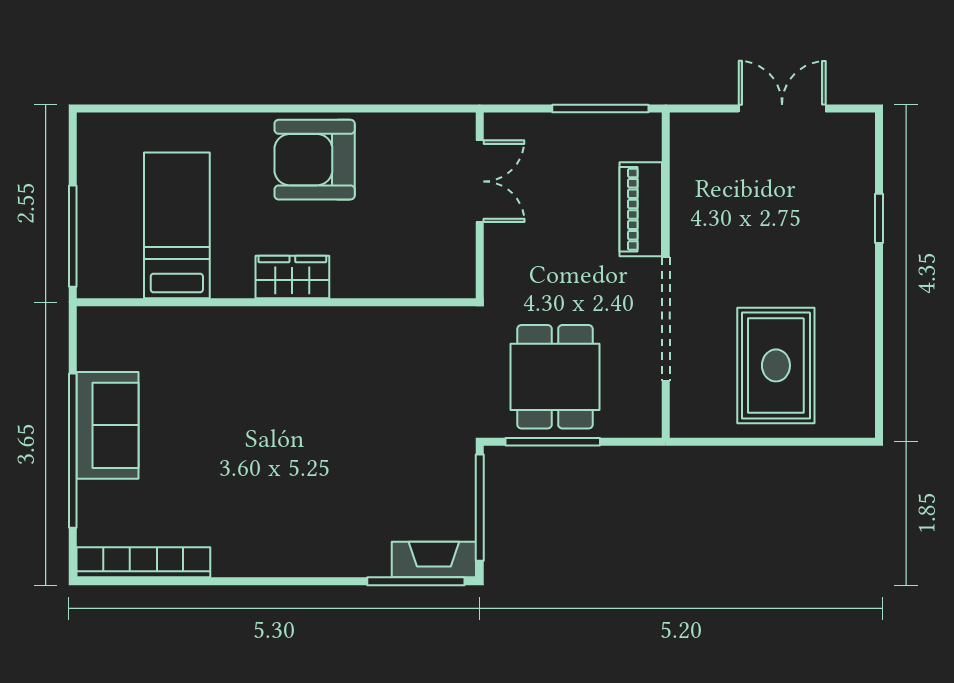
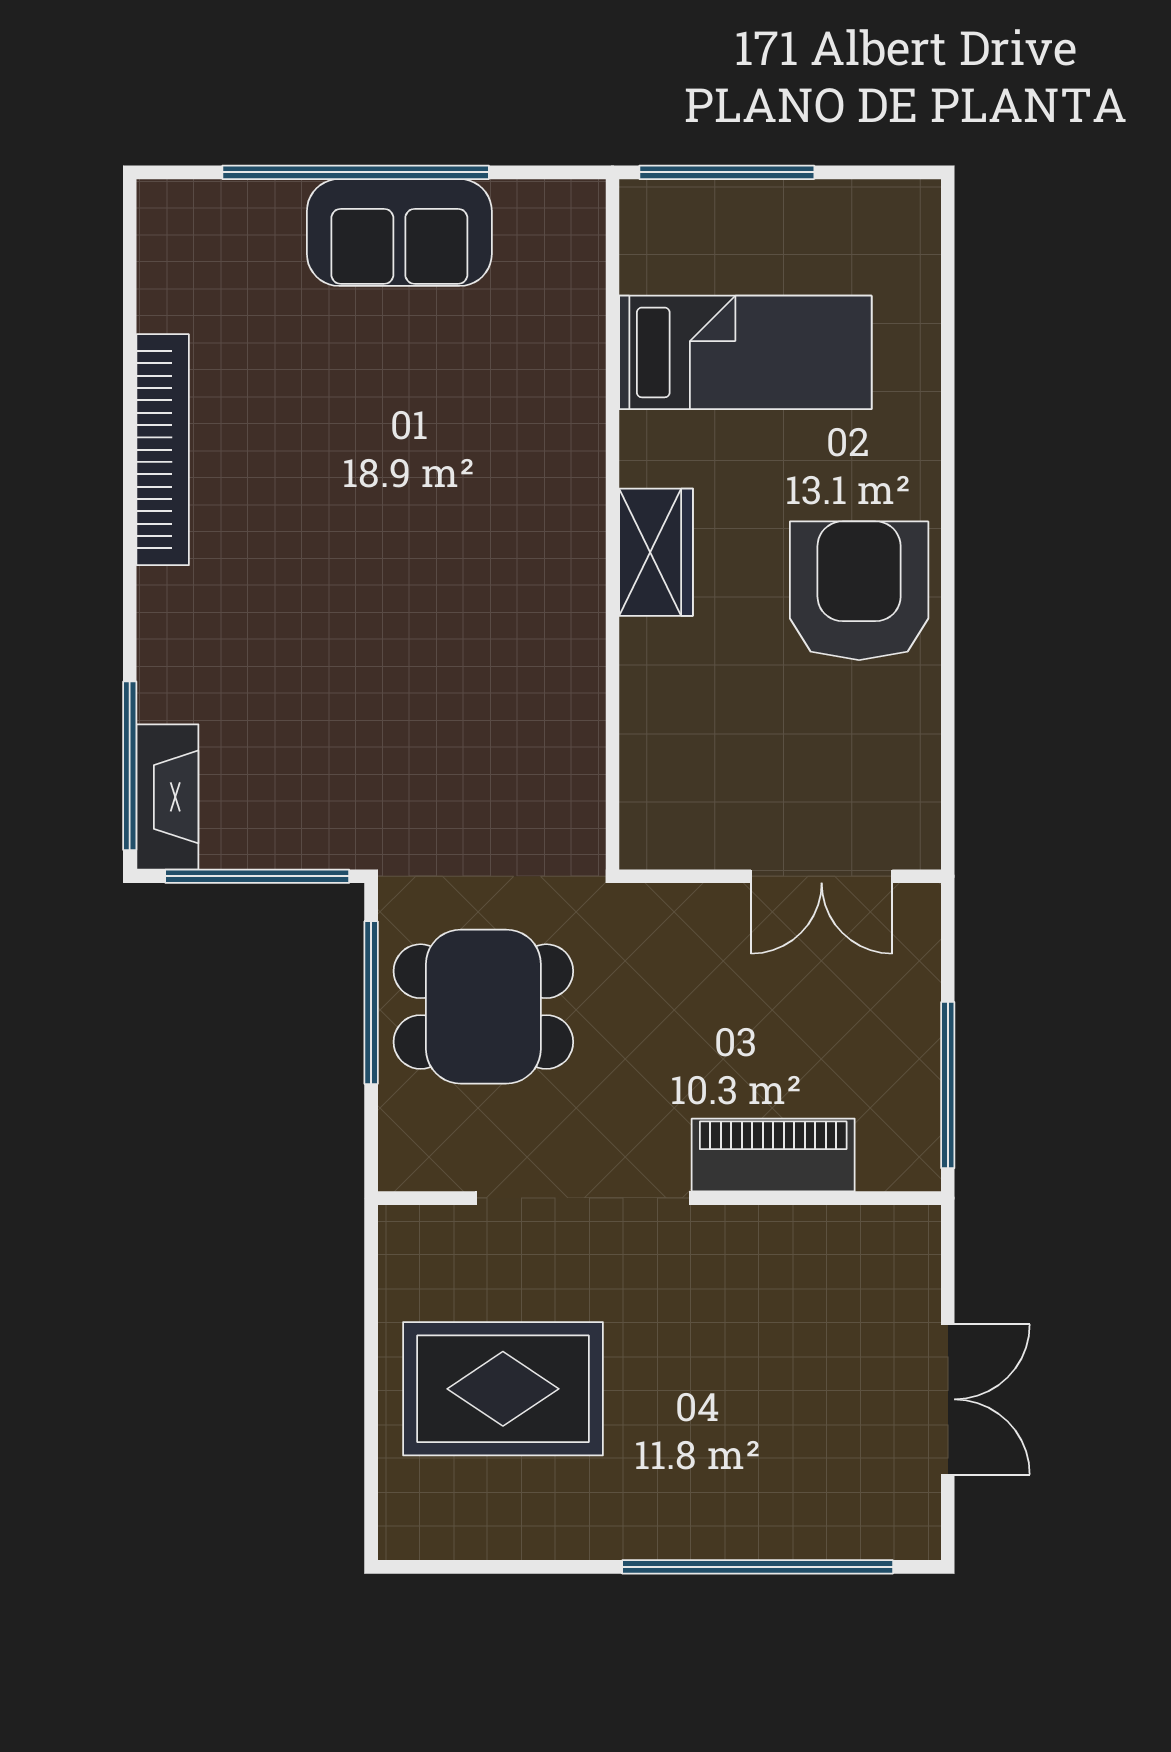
window: (879, 218) -> (758, 1567), width x3.17
bookcase: (143, 562) -> (163, 450), moved

